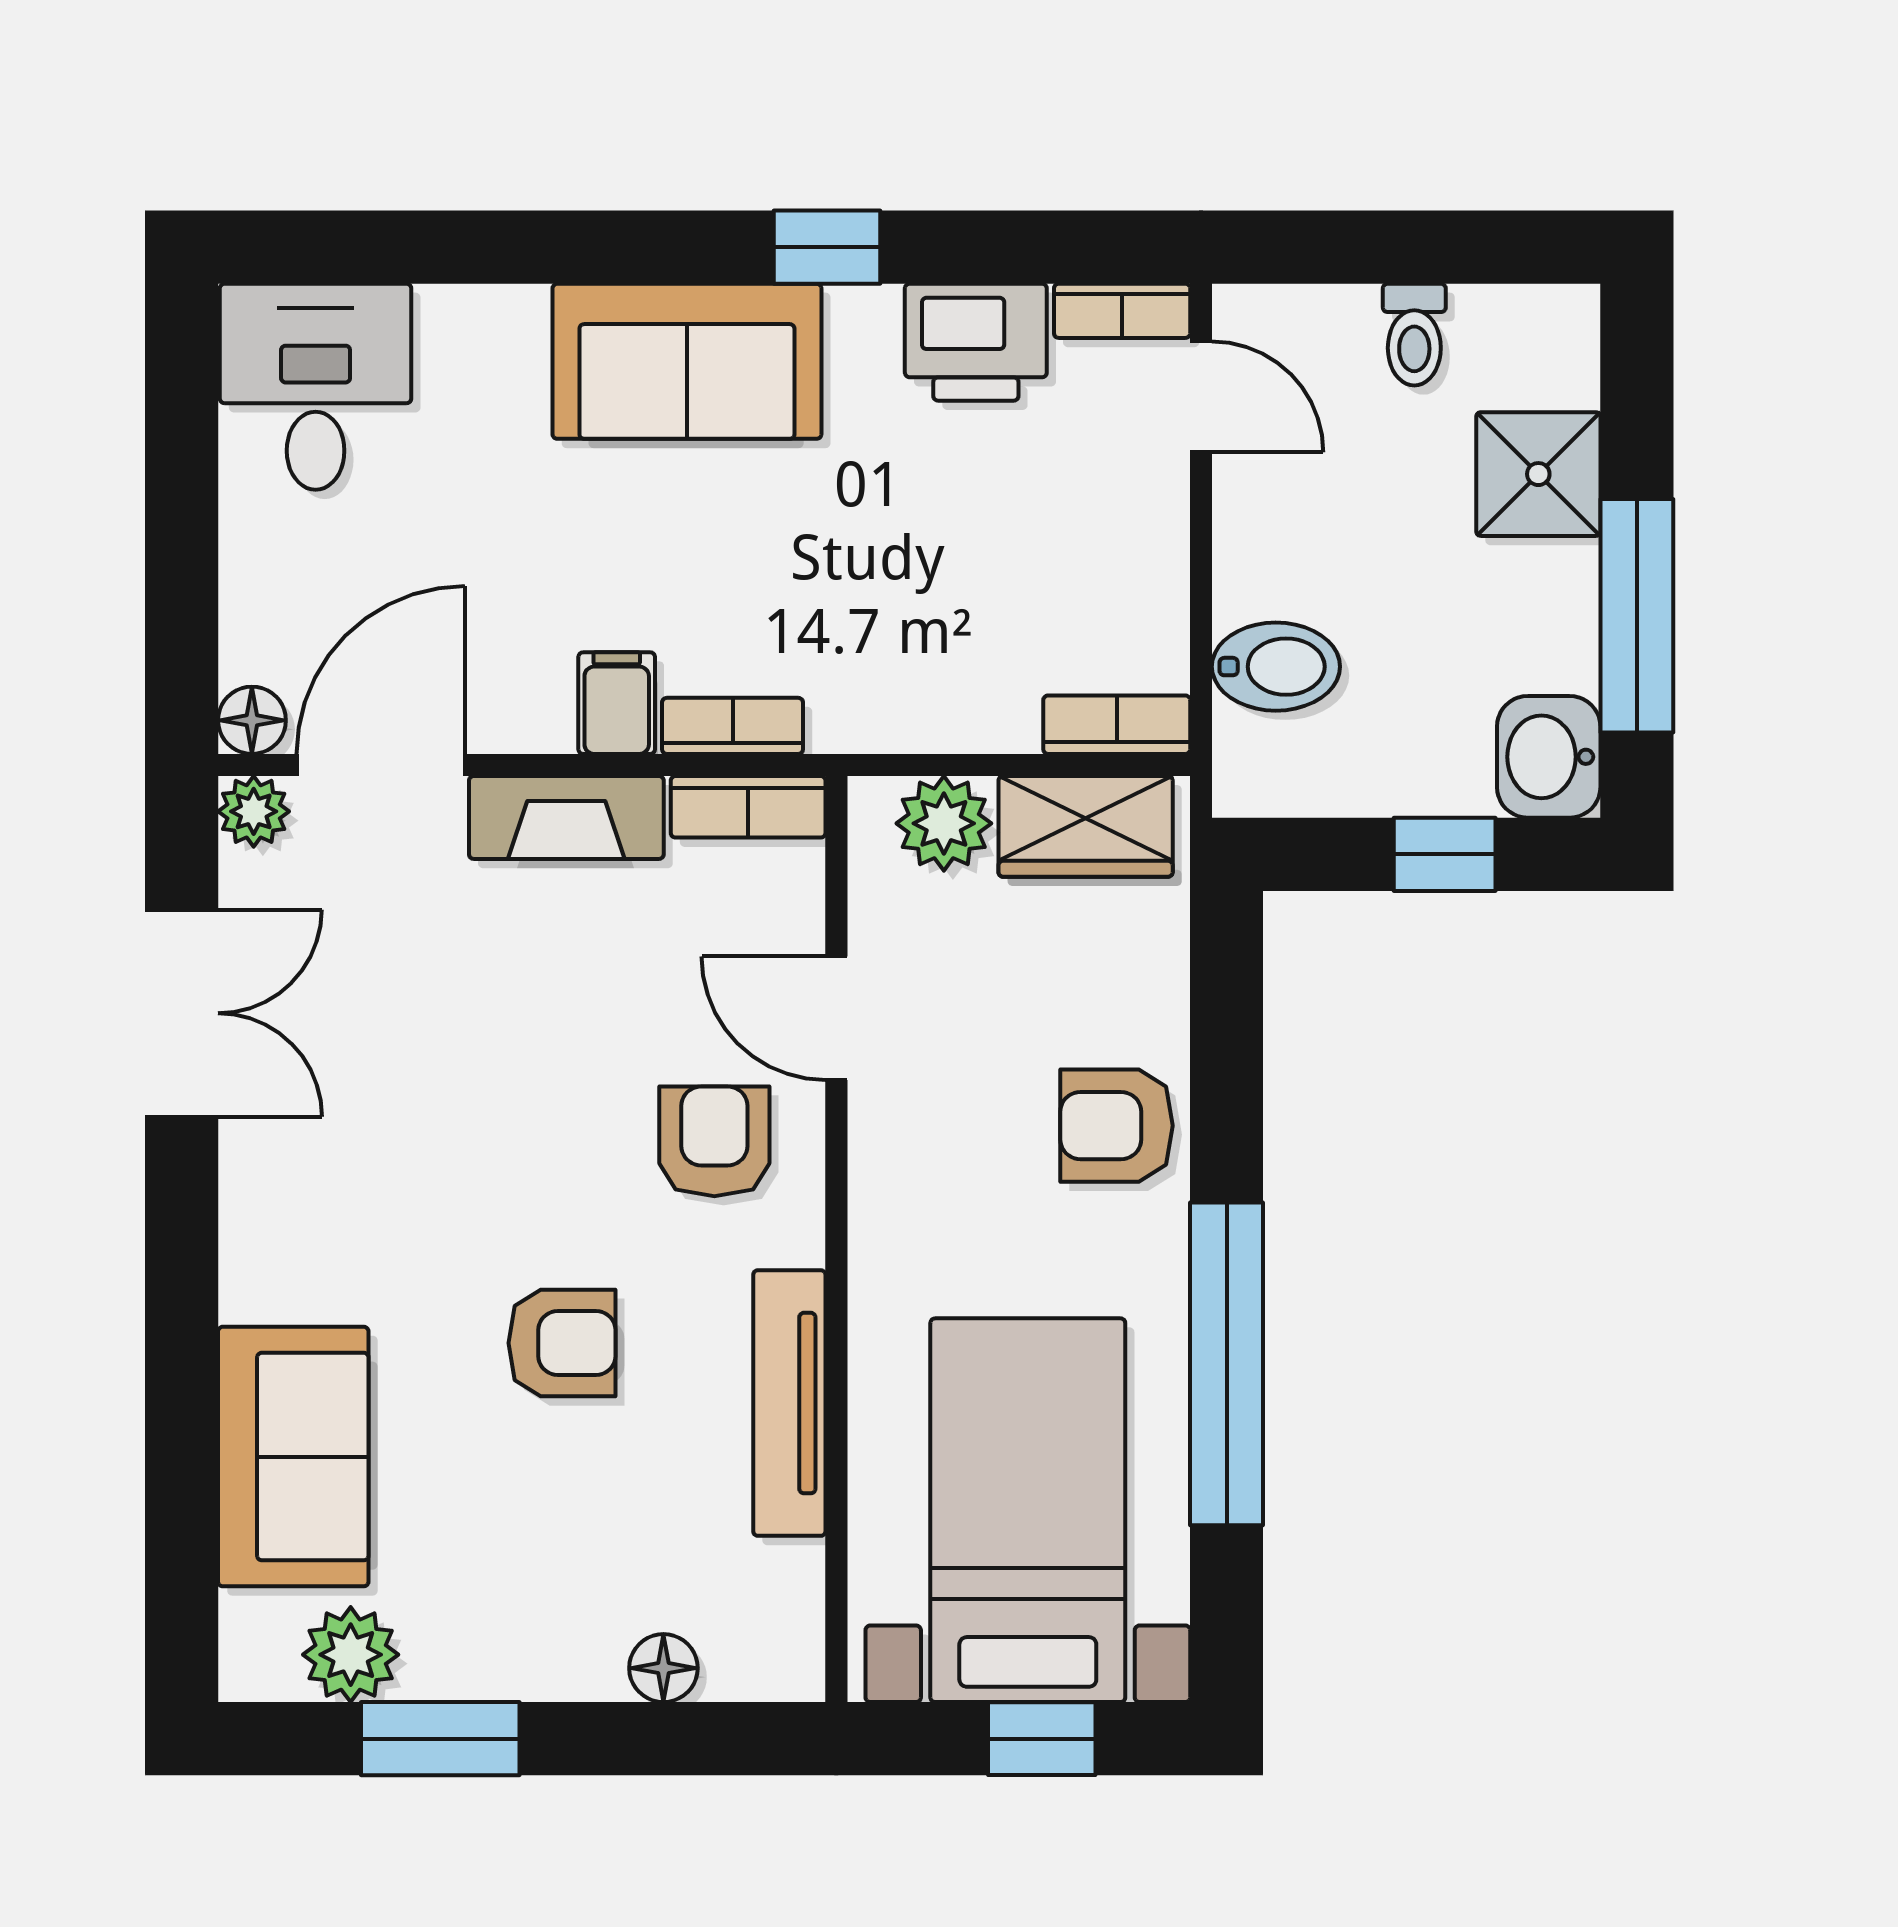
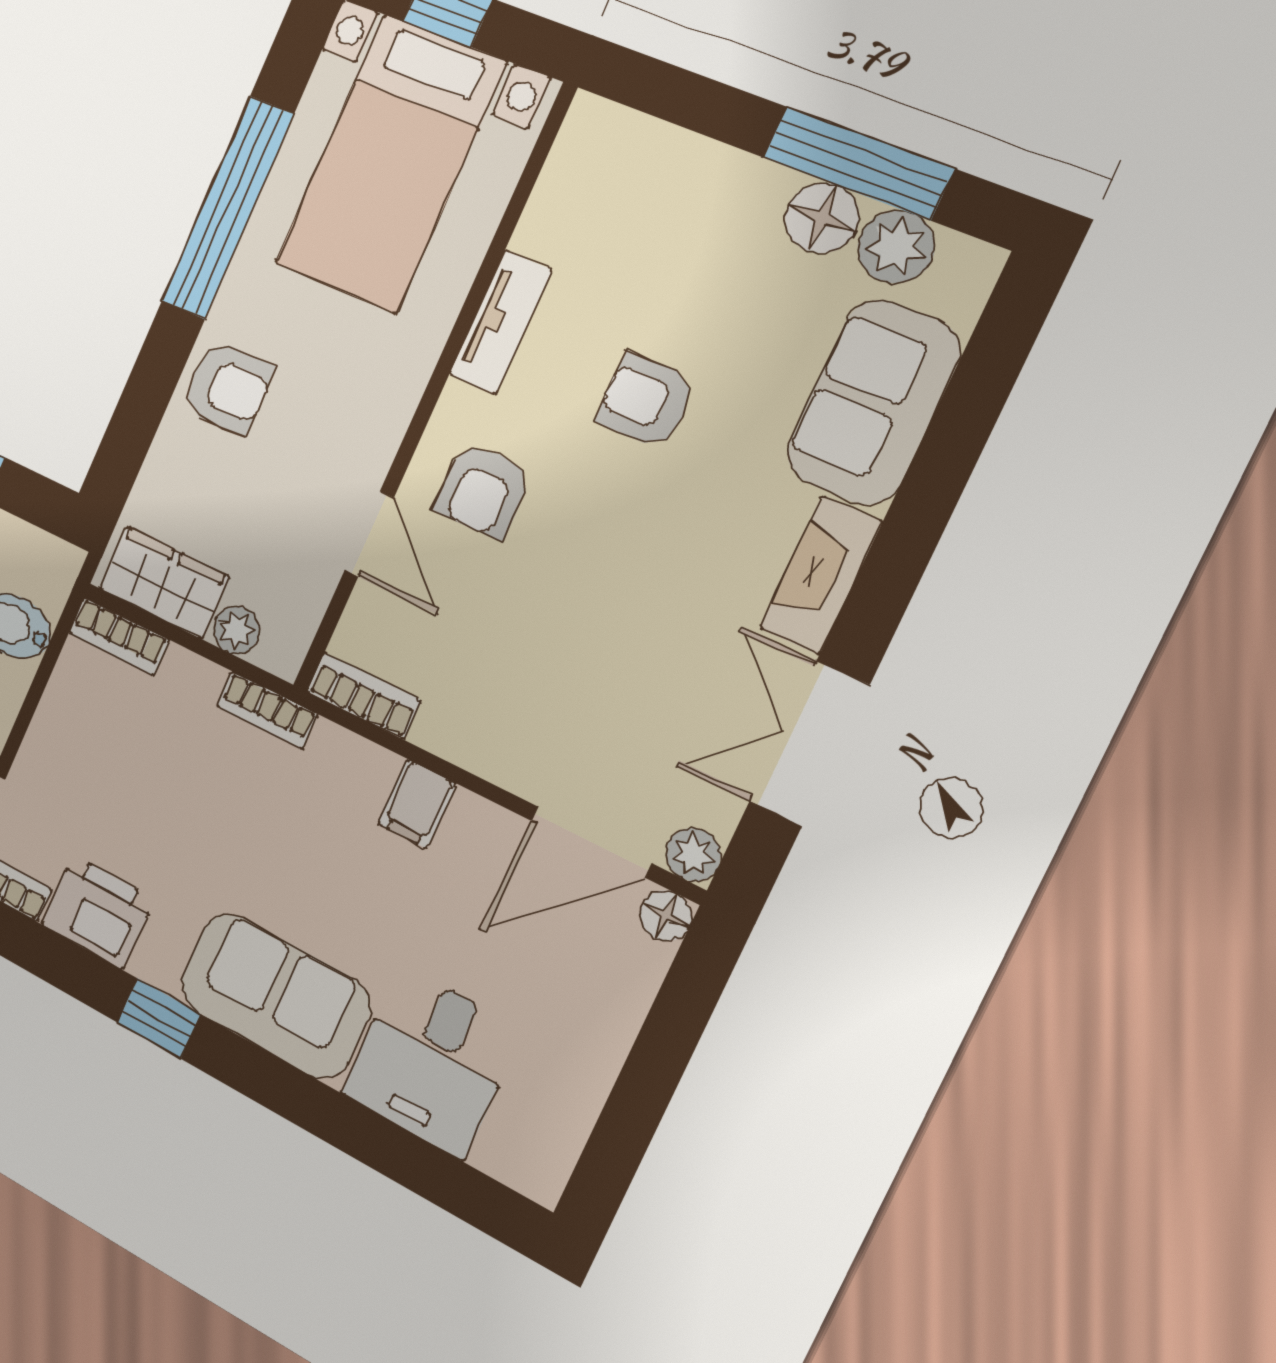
desk: (316, 387) -> (432, 1062), moved
bookcase: (733, 726) -> (267, 710), moved
fireplace: (566, 817) -> (821, 575), moved, turned -90
plant: (944, 823) -> (236, 630), width x0.73, depth x0.73
tv unit: (789, 1403) -> (500, 322), width x0.71
floor lamp: (663, 1668) -> (822, 218), moved, width x1.37, depth x1.37
window: (440, 1739) -> (858, 163), width x1.44

